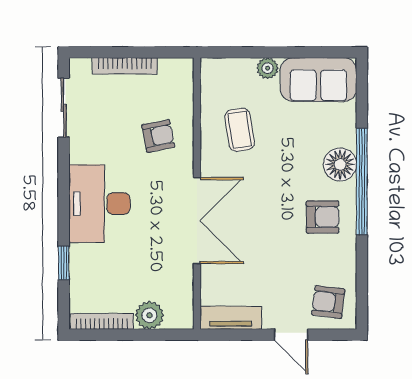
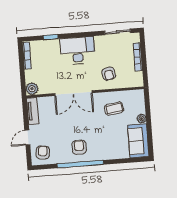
floor lamp: (340, 164) -> (102, 153), removed
window: (362, 182) -> (80, 164), moved
armchair: (323, 217) -> (79, 147), turned 180
plant: (149, 315) -> (32, 89), moved

